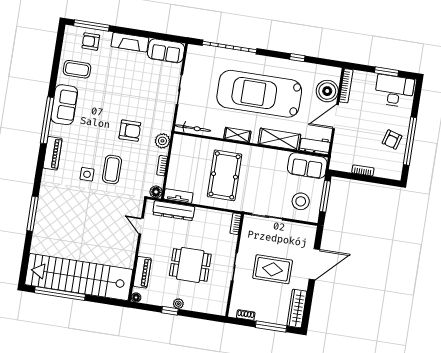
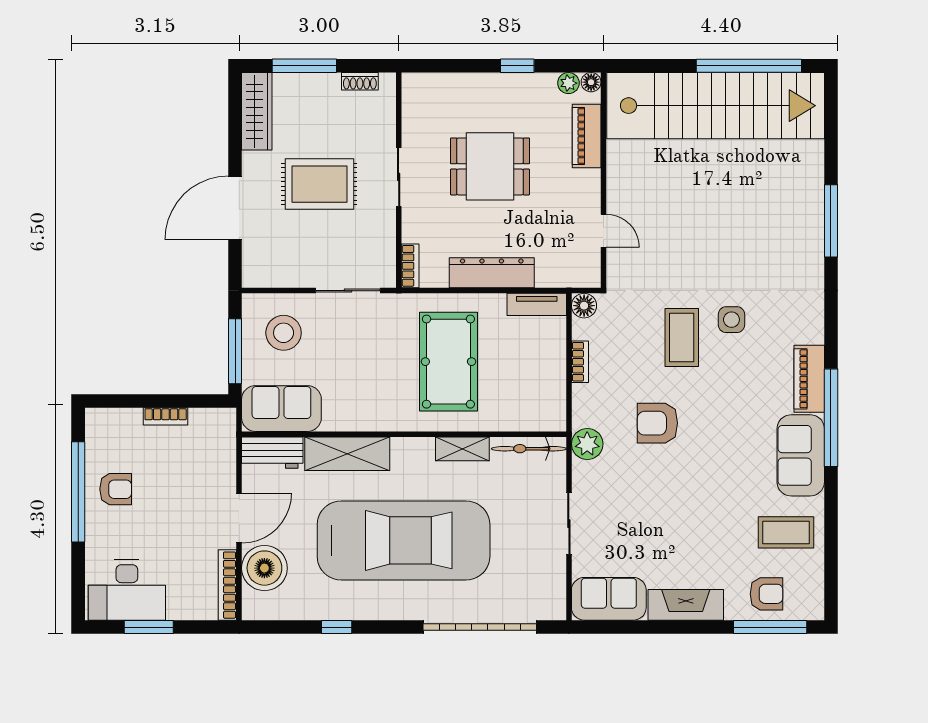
shelving: (237, 135) -> (462, 449), moved
armchair: (392, 140) -> (116, 489), turned 74
plant: (162, 141) -> (587, 444), moved
piano: (53, 153) -> (809, 379), moved
dresser: (174, 211) -> (492, 273), moved
plant: (178, 304) -> (568, 83), moved

